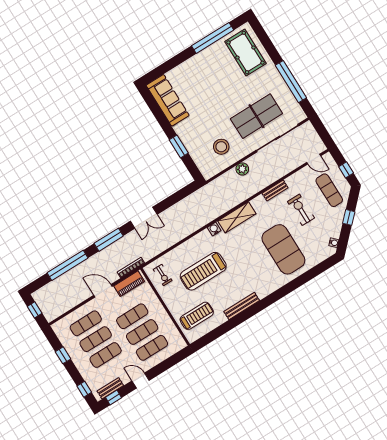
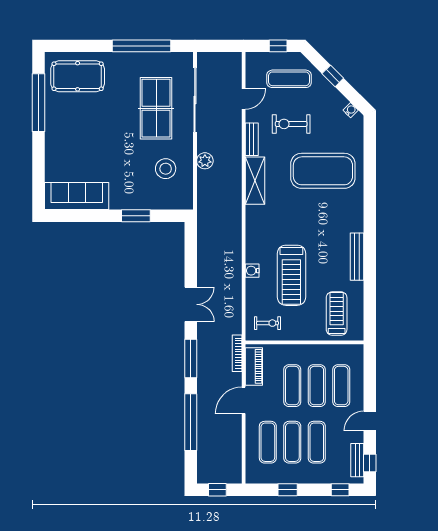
door: (314, 159) -> (244, 99), moved
shelving: (237, 217) -> (255, 181), moved
water cooler: (214, 229) -> (252, 271), moved

